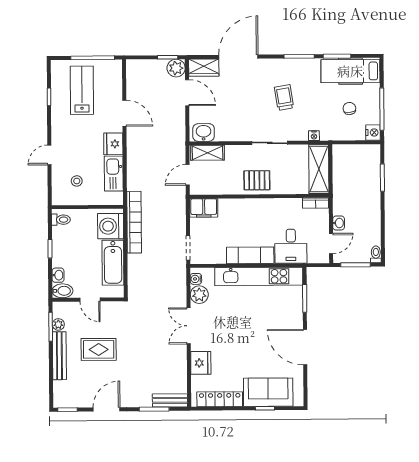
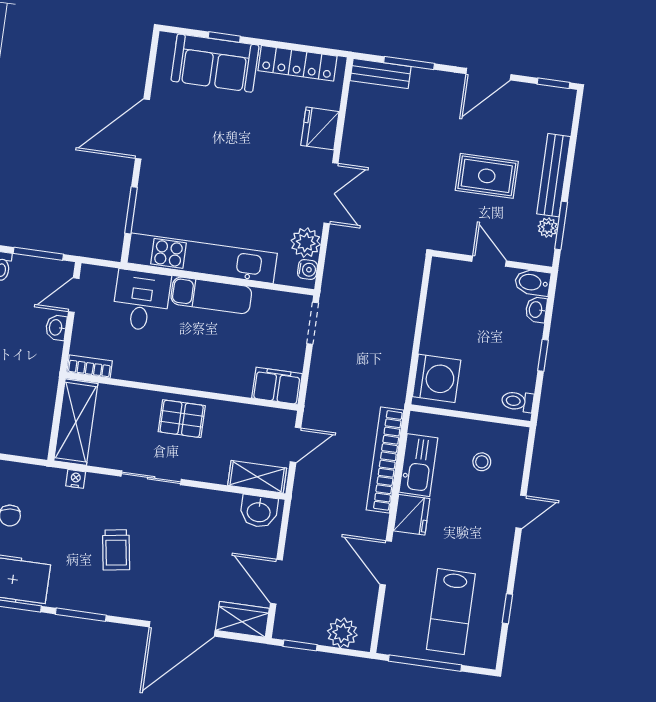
plant: (176, 68) -> (342, 633), moved
bookcase: (134, 222) -> (385, 460), moved
bathtub: (113, 263) -> (442, 317), removed
door: (305, 347) -> (142, 129), swing flipped

